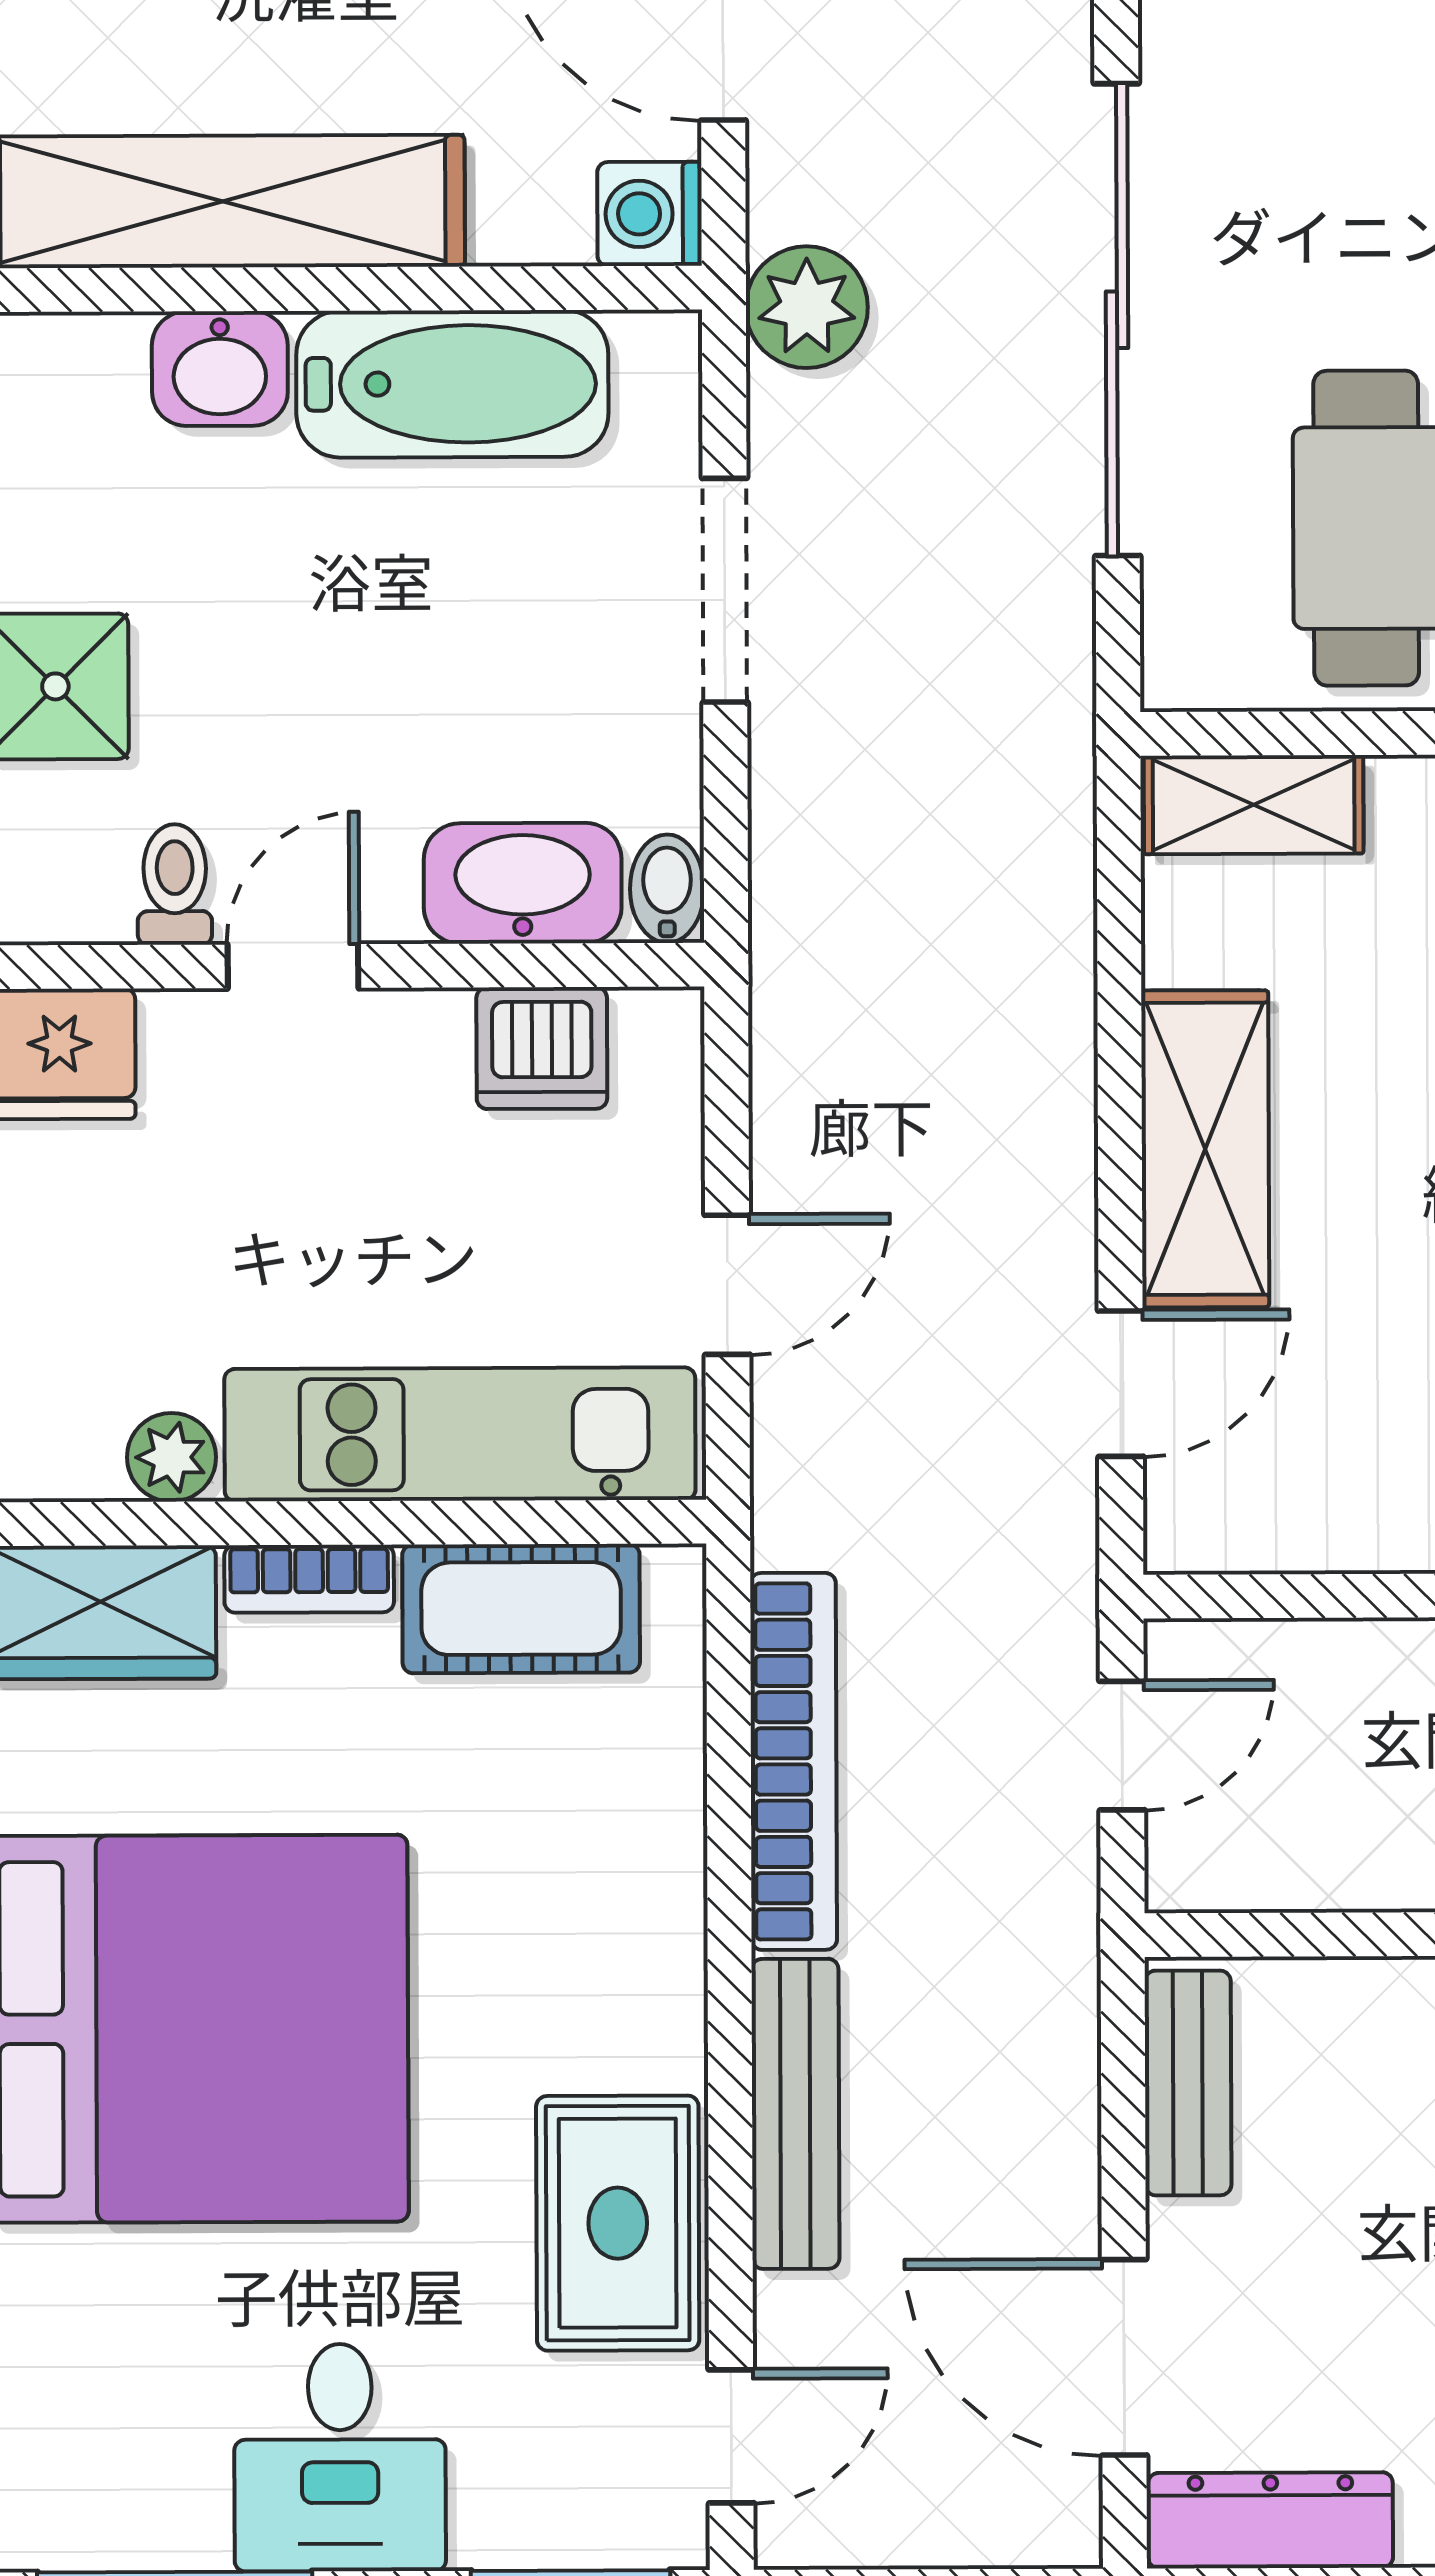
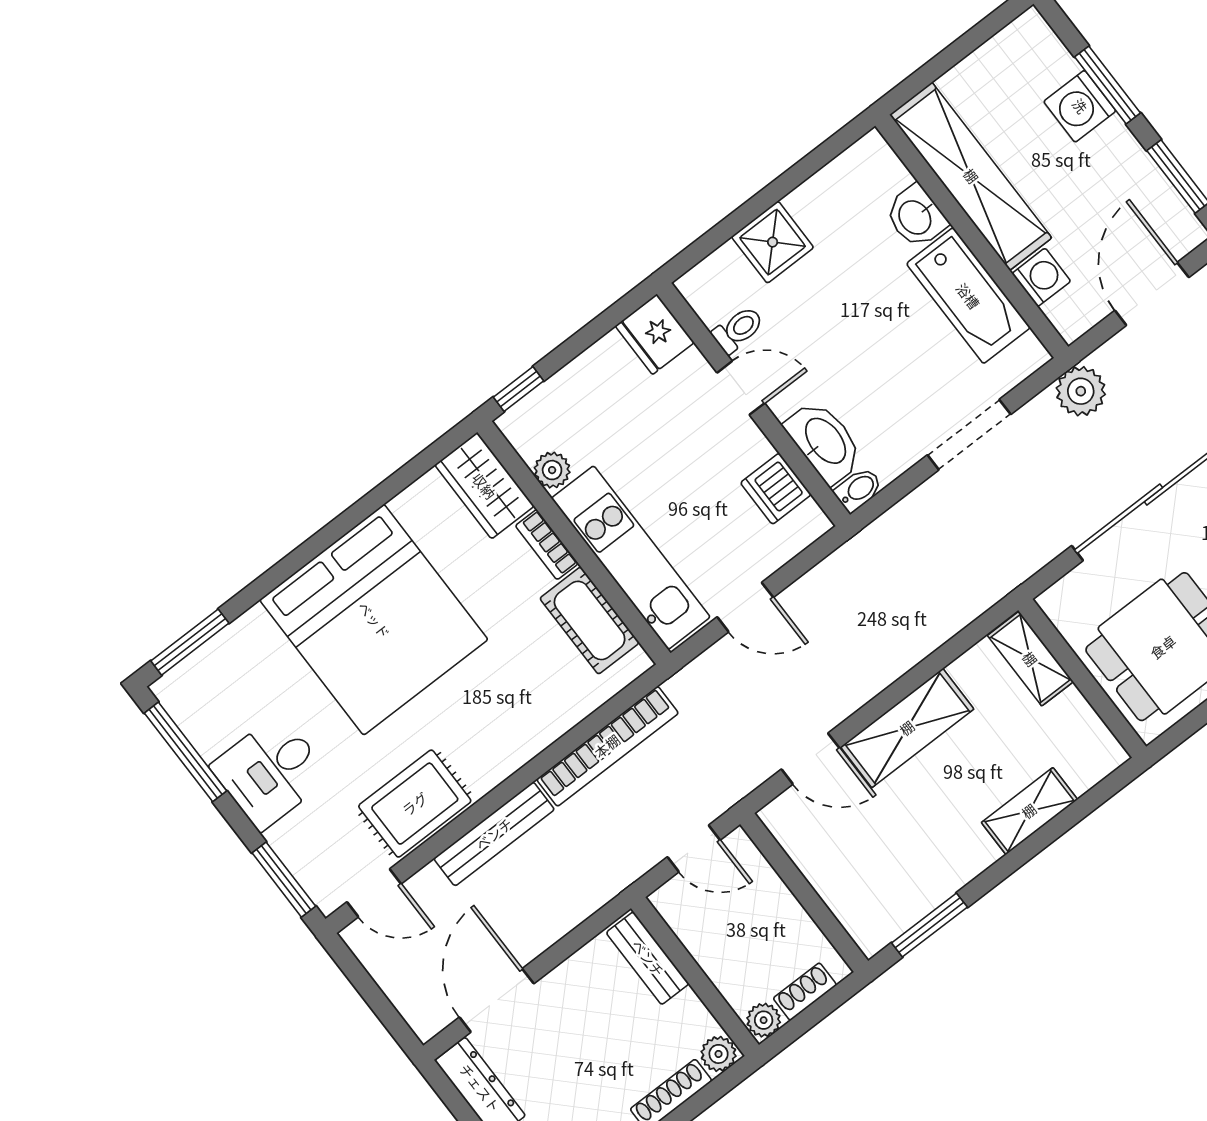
washing machine: (650, 214) -> (1041, 277), moved, turned 90
bench: (1188, 2083) -> (648, 958), moved, turned 90

